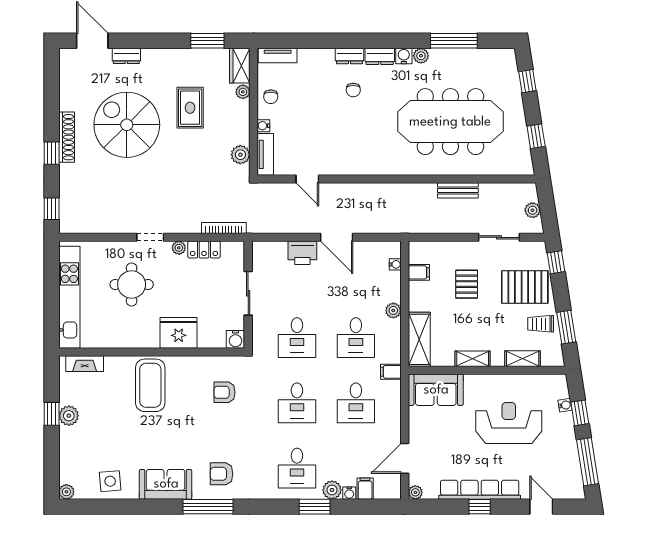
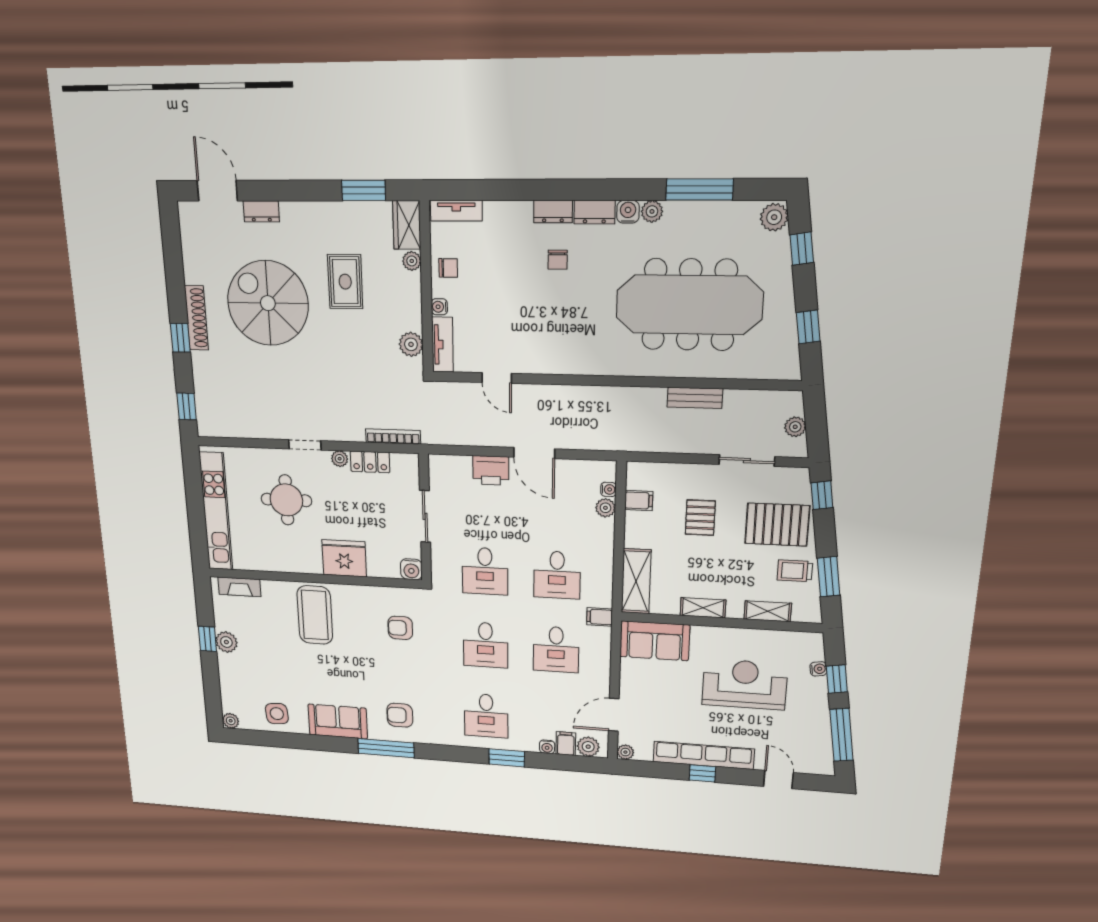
plant: (507, 60) -> (774, 217), added
chair: (271, 97) -> (448, 268), turned -90
plant: (393, 310) -> (605, 508), moved
plant: (332, 490) -> (588, 747), moved

